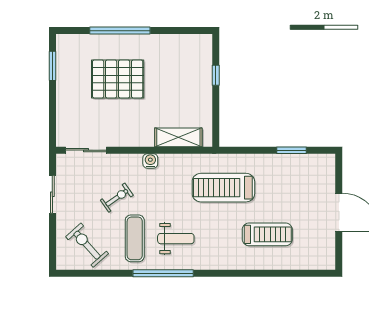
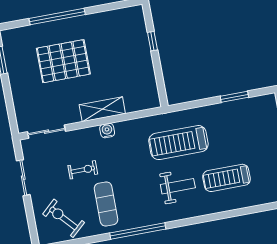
shelving: (178, 137) -> (102, 109), moved
exercise bike: (117, 198) -> (83, 170), turned 35
treadmill: (267, 234) -> (227, 178), turned 180
weight bench: (176, 239) -> (178, 186), moved

